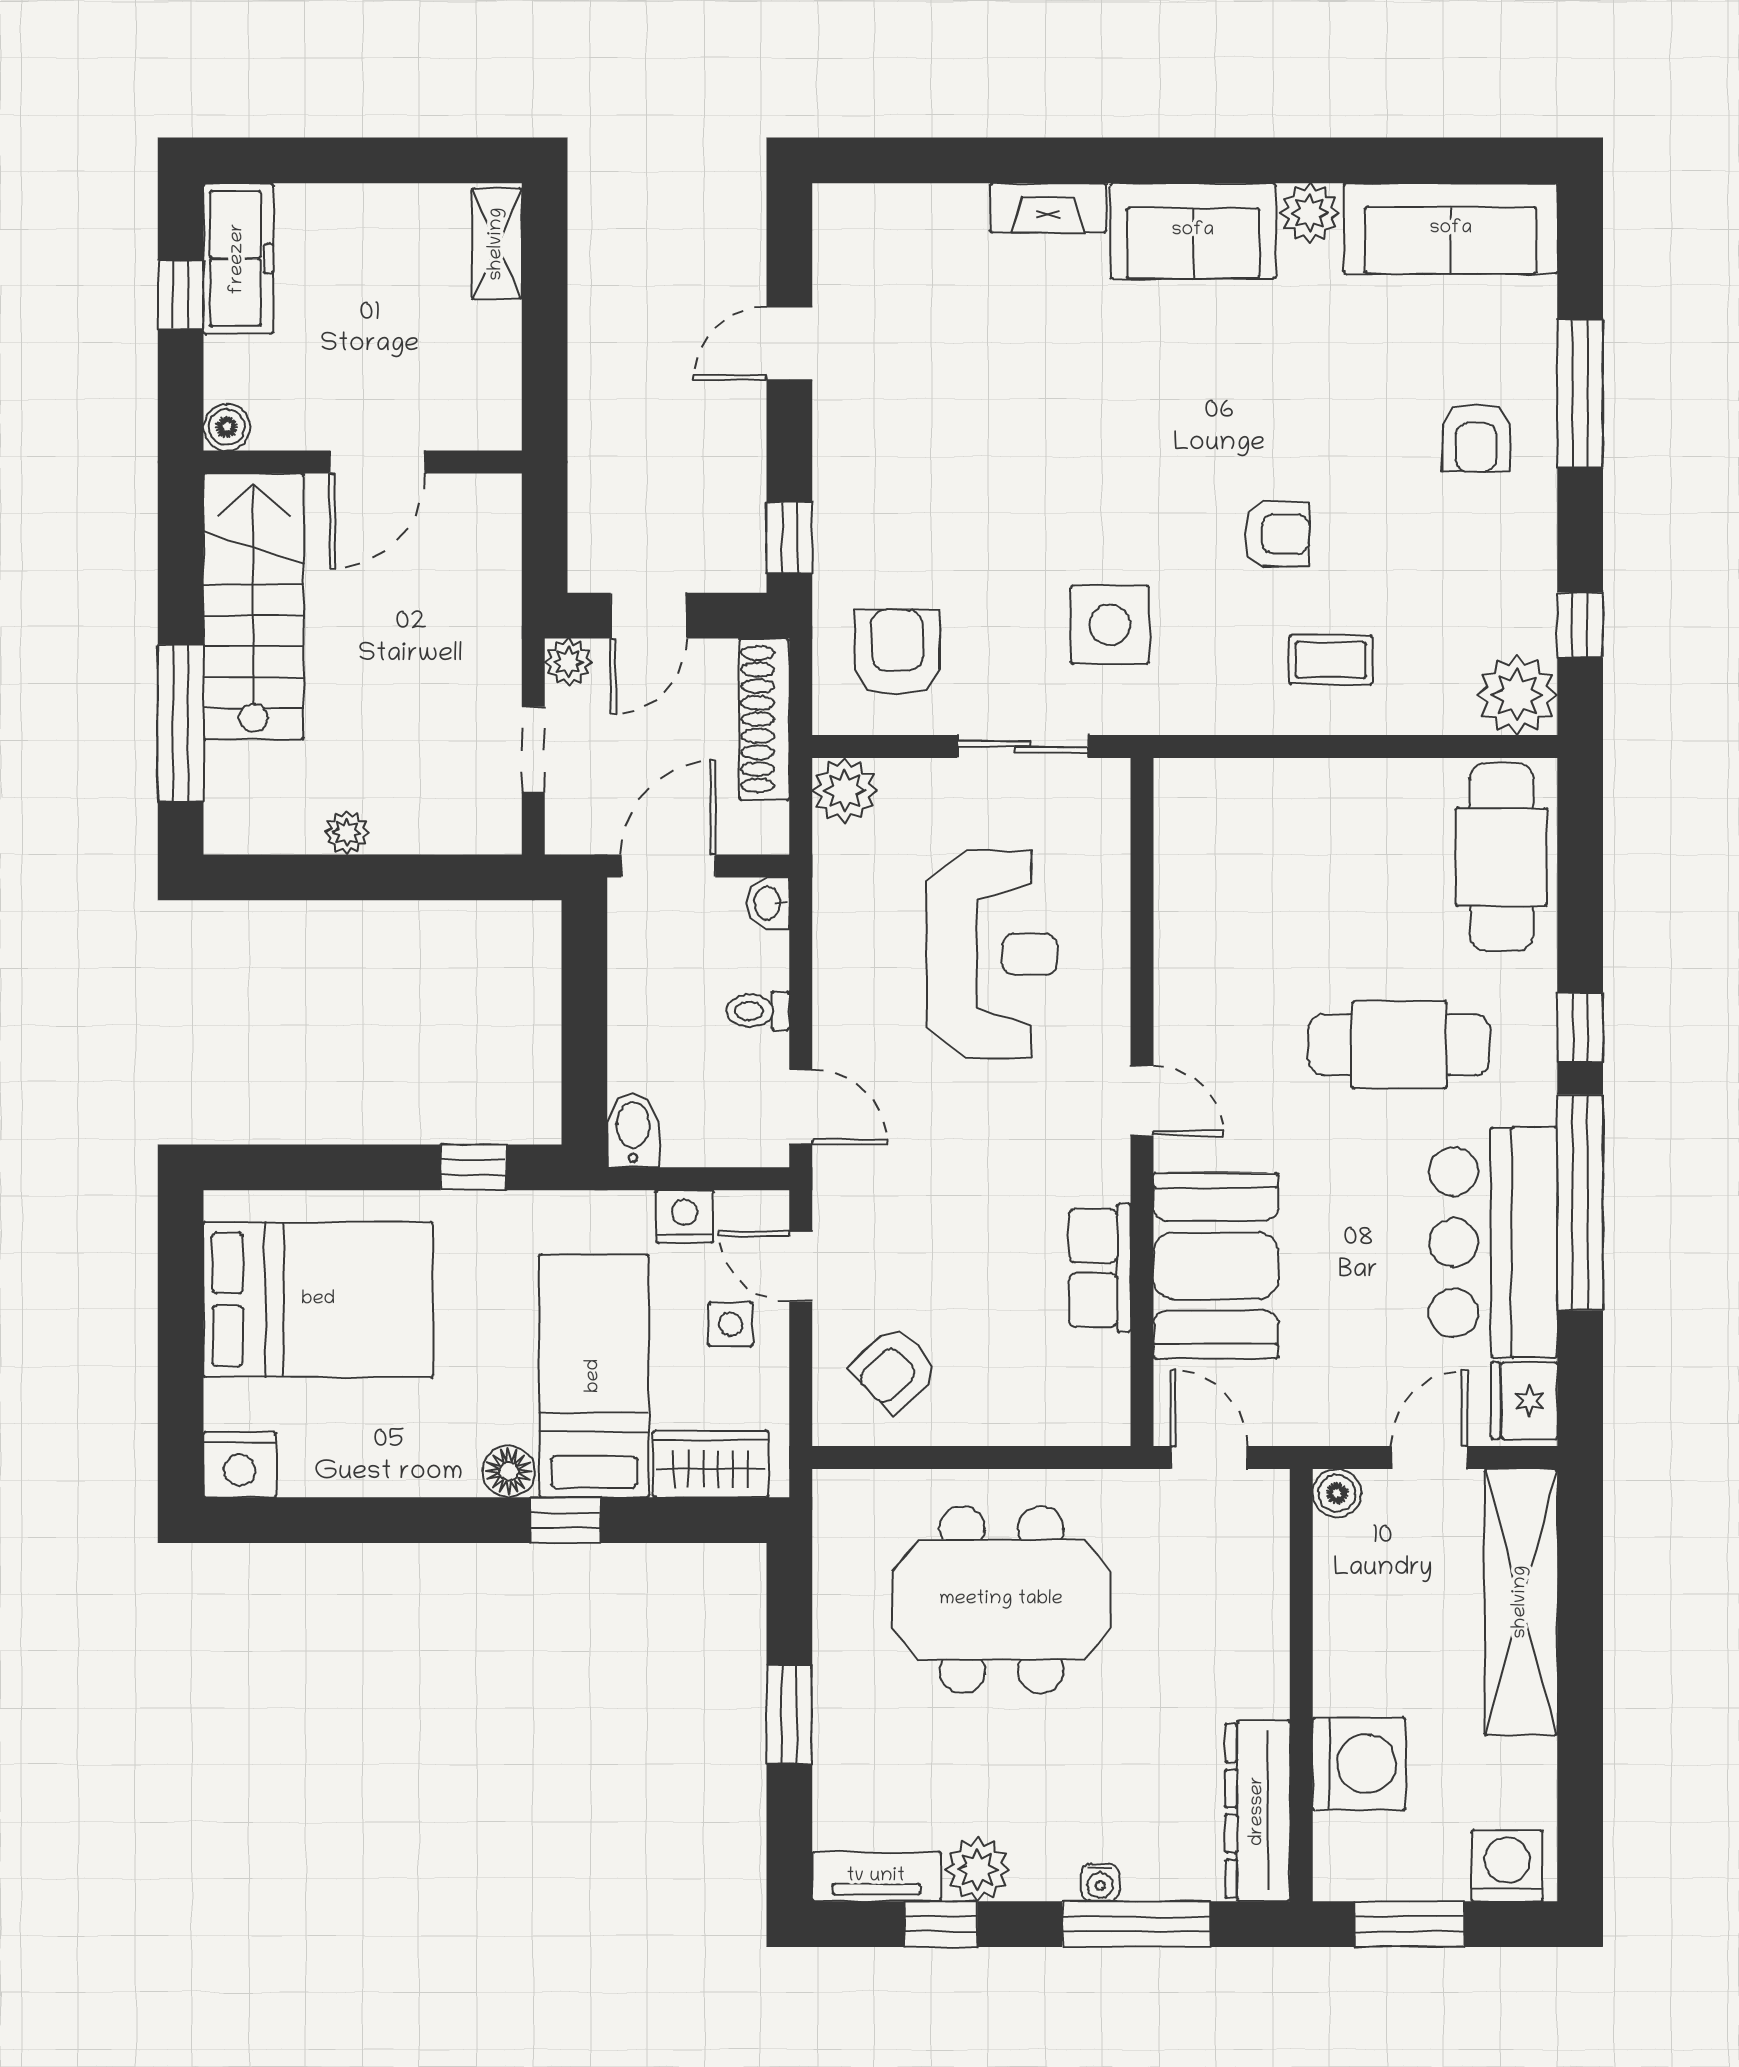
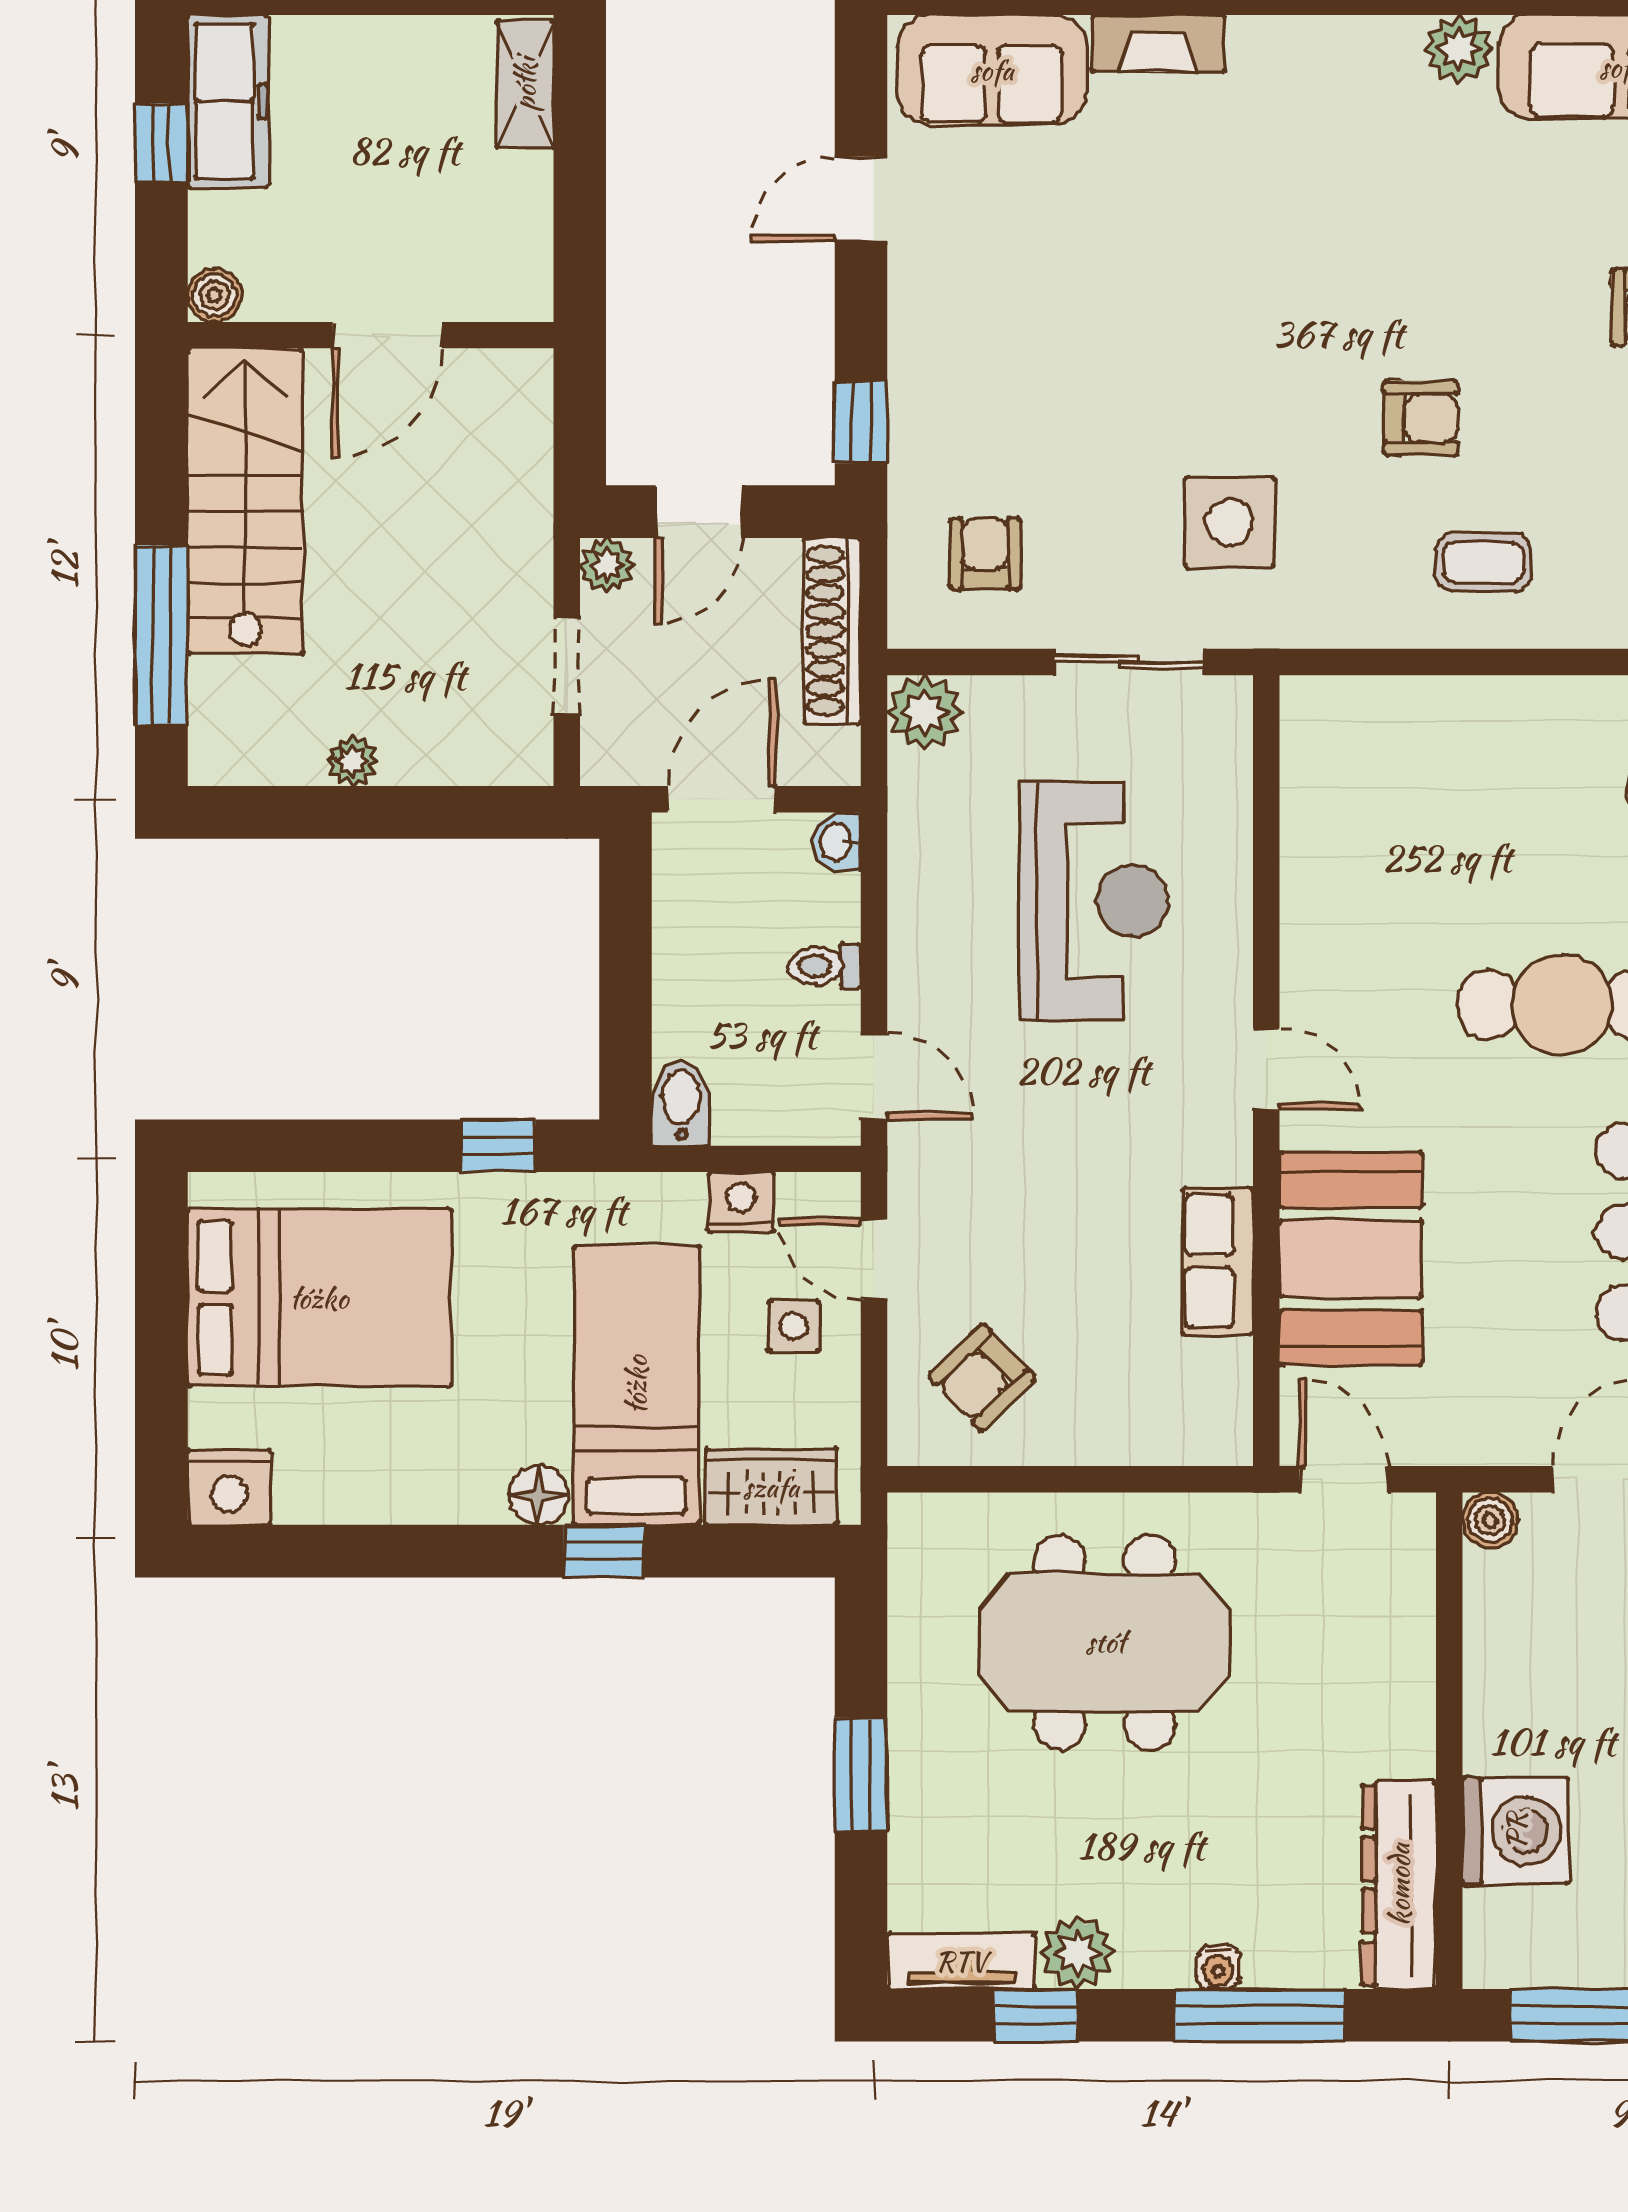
sofa: (1193, 231) -> (992, 70), moved
armchair: (897, 652) -> (985, 554), width x0.72, depth x0.72

